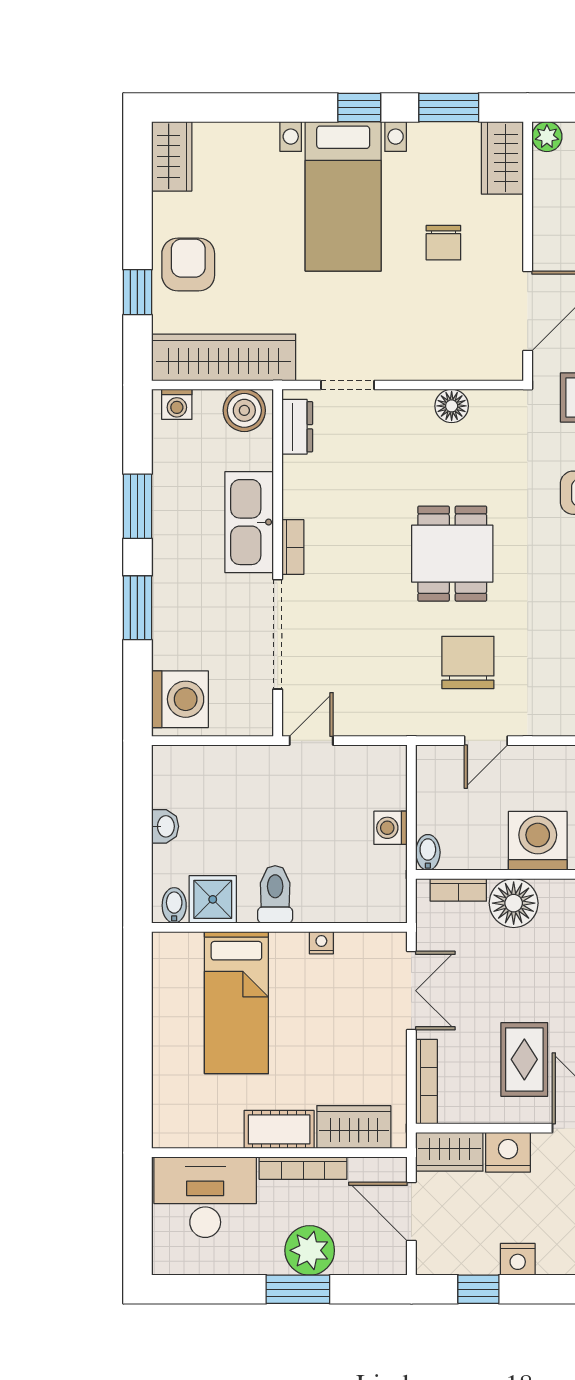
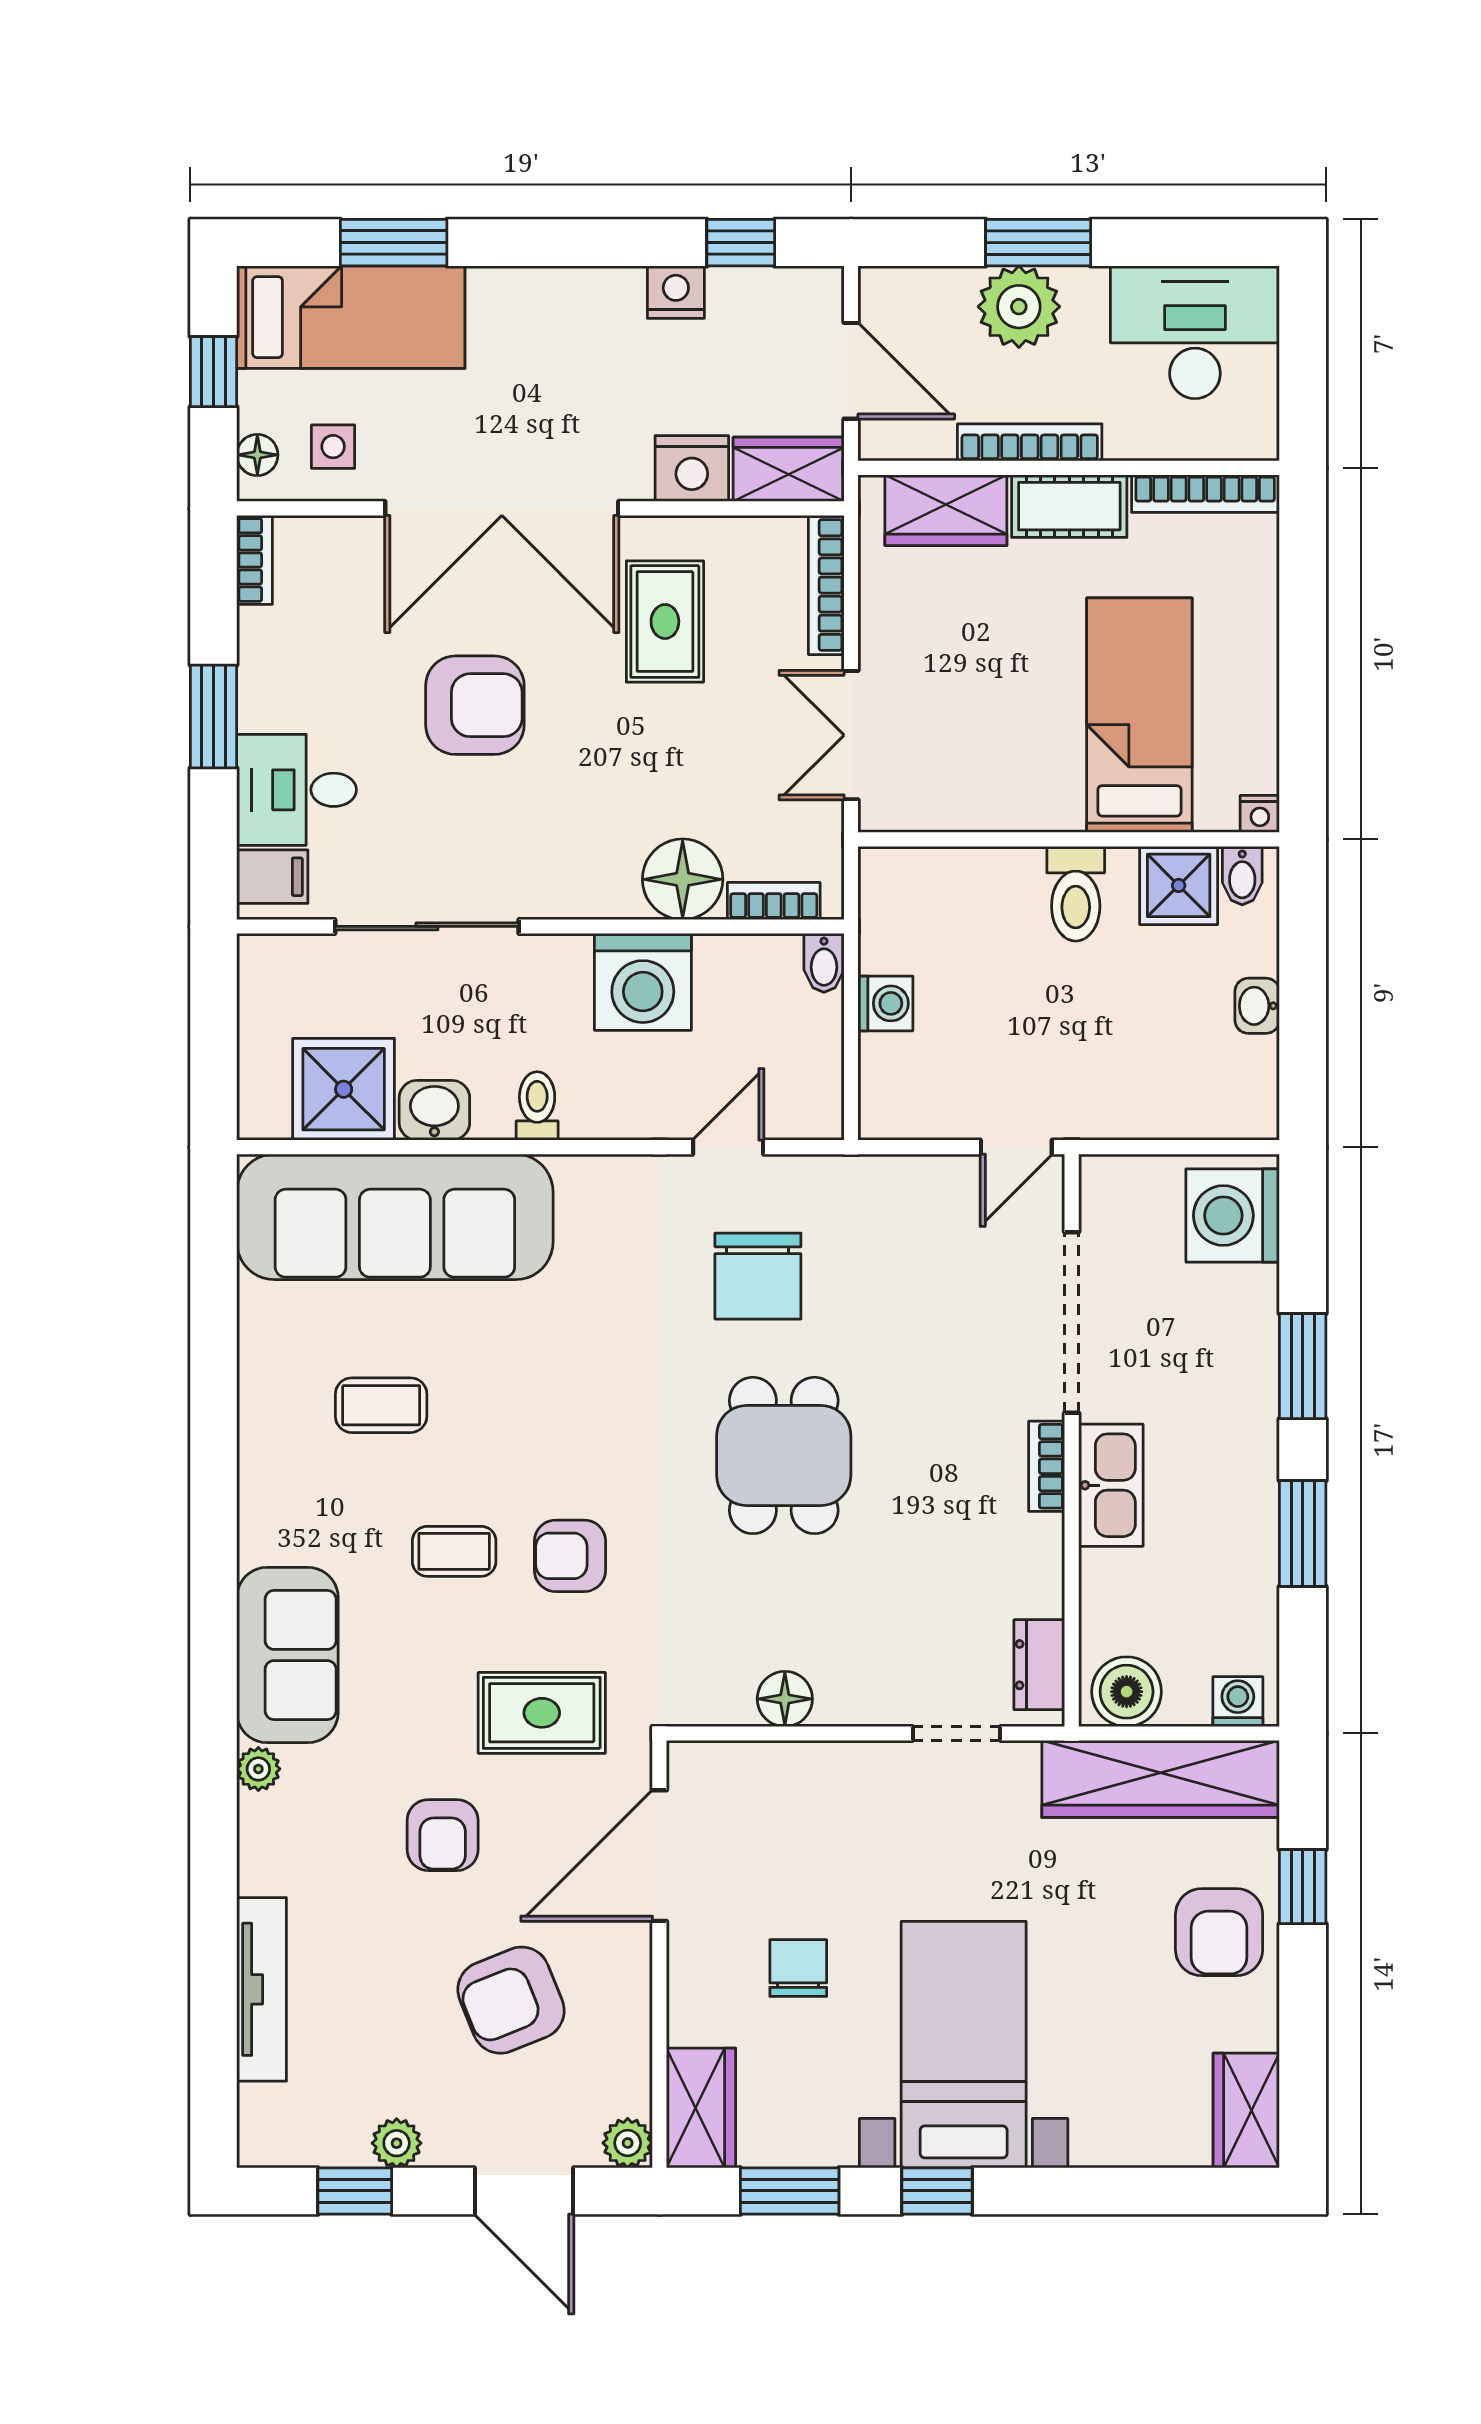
kitchen sink: (249, 522) -> (1111, 1485), width x0.73, depth x0.81
nightstand: (321, 943) -> (1260, 814), moved
bookcase: (197, 1137) -> (1205, 494), added
desk: (205, 1197) -> (1195, 332), moved, turned 180

